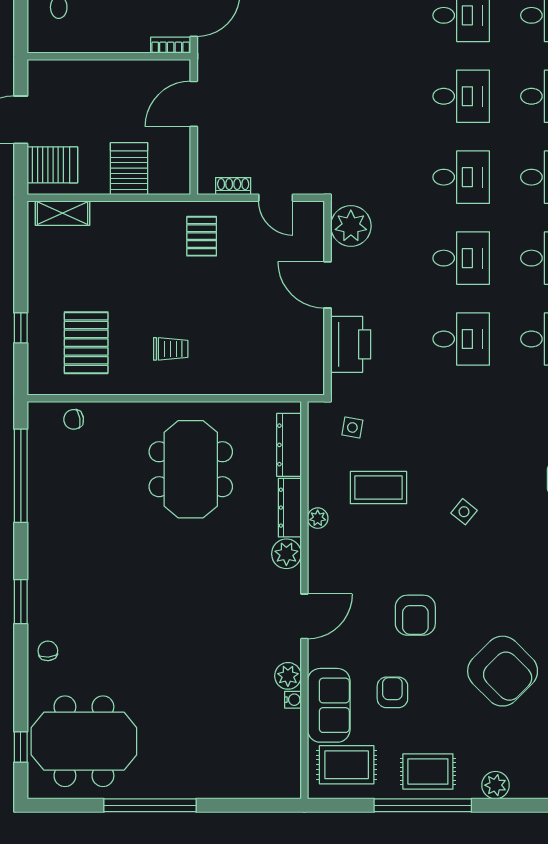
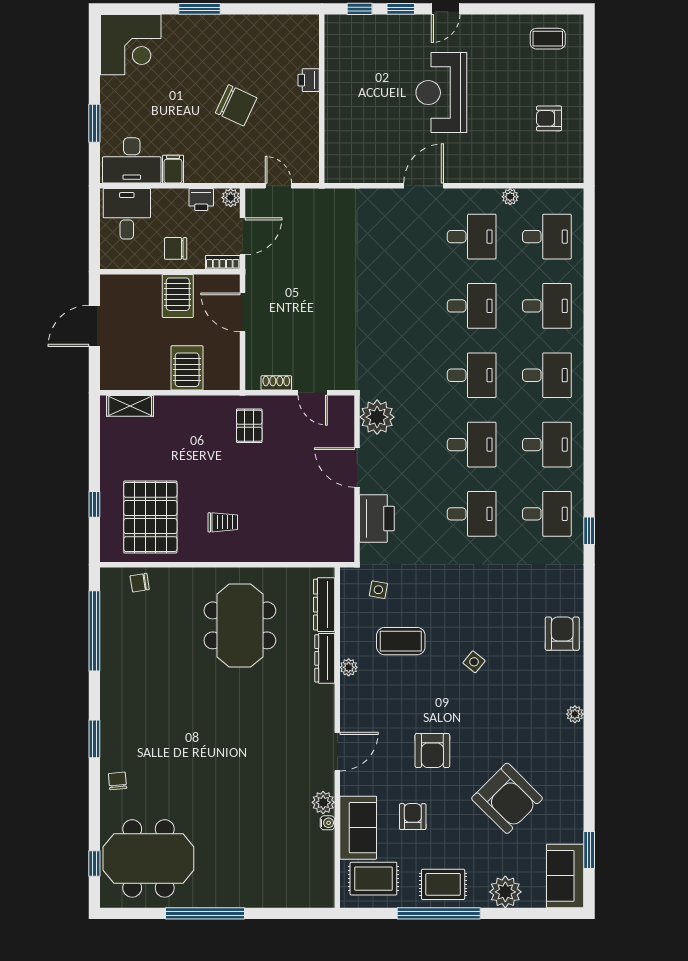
chair: (116, 29) -> (176, 248), added
door: (194, 104) -> (243, 312), hinge flipped
server rack: (52, 165) -> (178, 296), moved, turned 90
pallet: (86, 343) -> (150, 517), width x1.37, depth x1.41
plant: (286, 554) -> (322, 698), removed
plant: (495, 785) -> (505, 892), width x1.36, depth x1.36

